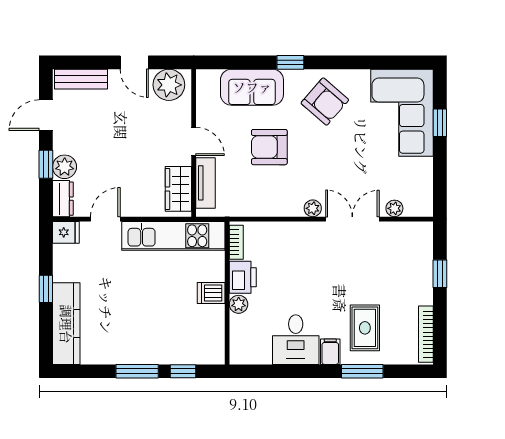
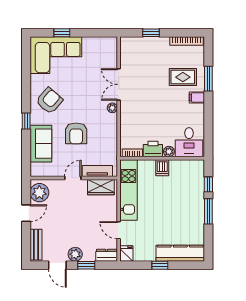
plant: (65, 167) -> (75, 254), moved
plant: (394, 208) -> (112, 60), removed
desk: (296, 340) -> (189, 142), moved, turned 90

